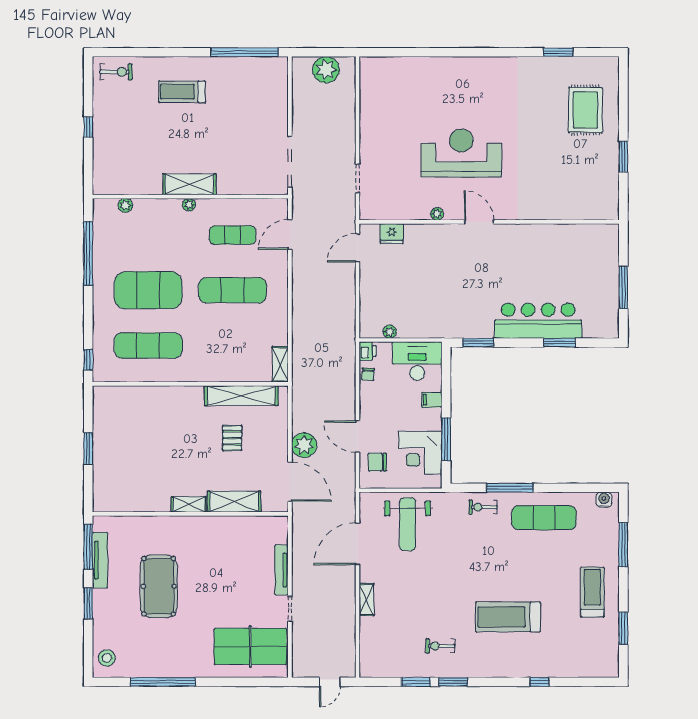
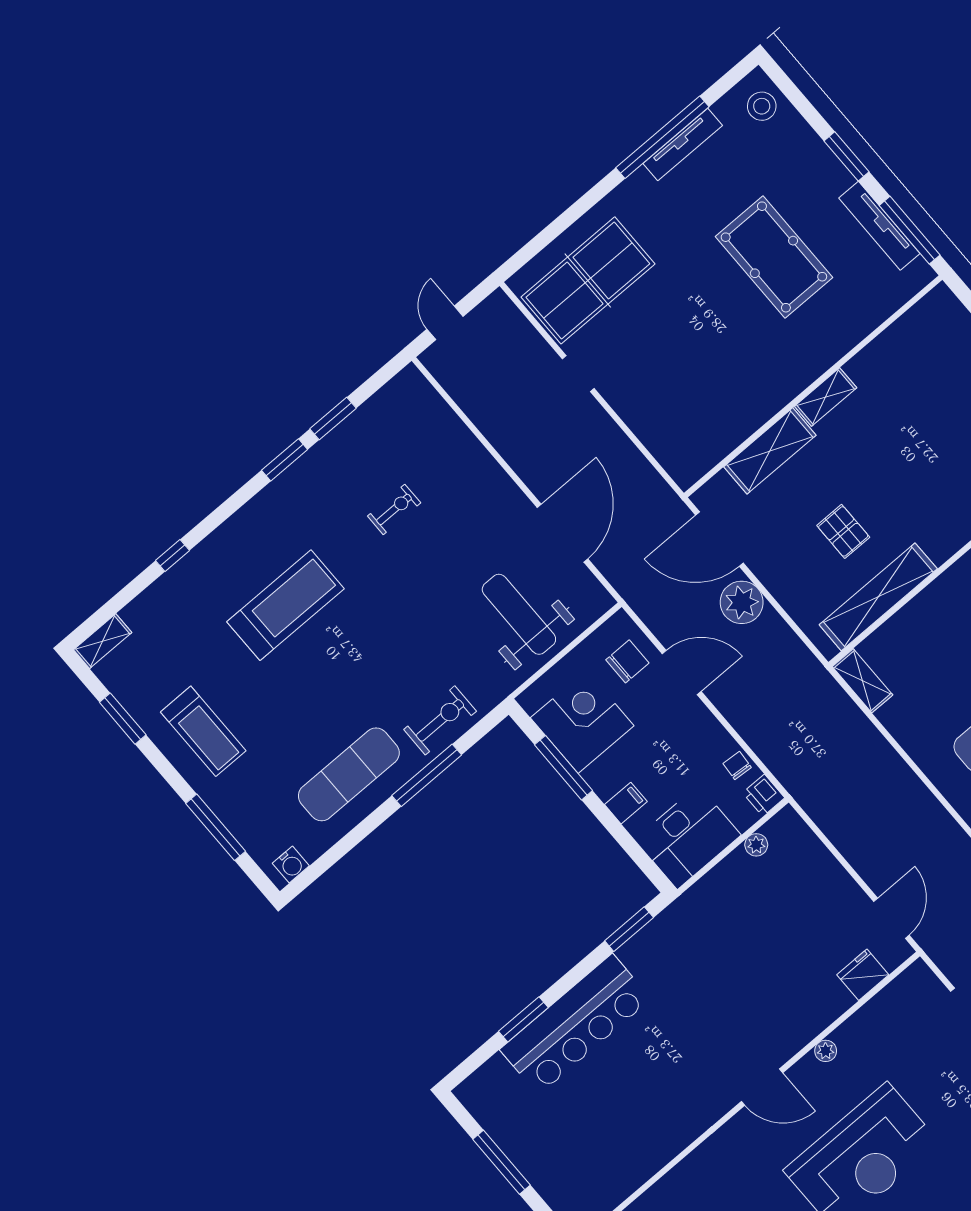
exercise bike: (483, 507) -> (440, 720), width x1.38, depth x1.39
tv unit: (282, 570) -> (683, 144), moved, turned 90
shelving: (366, 600) -> (103, 641), moved, turned 90
exercise bike: (440, 646) -> (394, 509), moved

